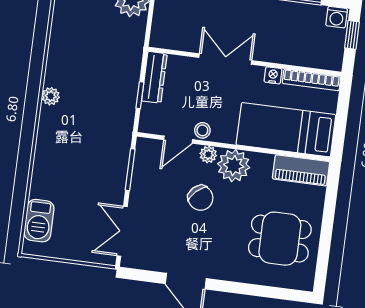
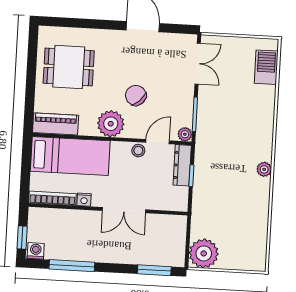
dresser: (154, 77) -> (182, 165), moved
plant: (208, 154) -> (185, 134), moved

